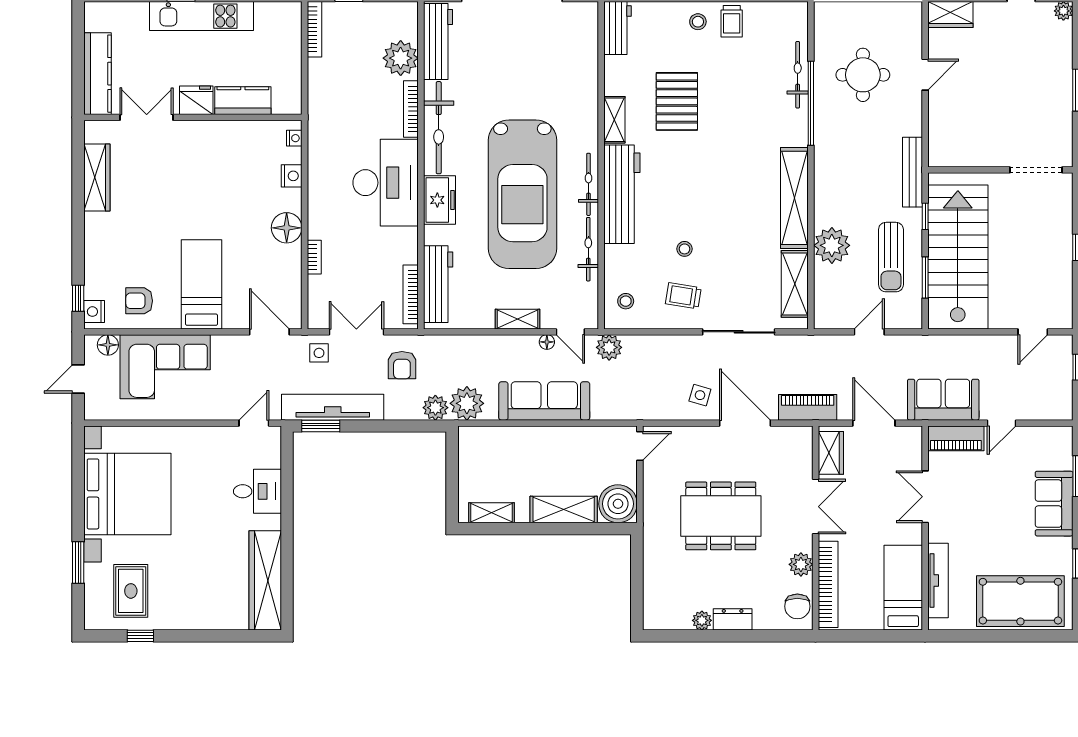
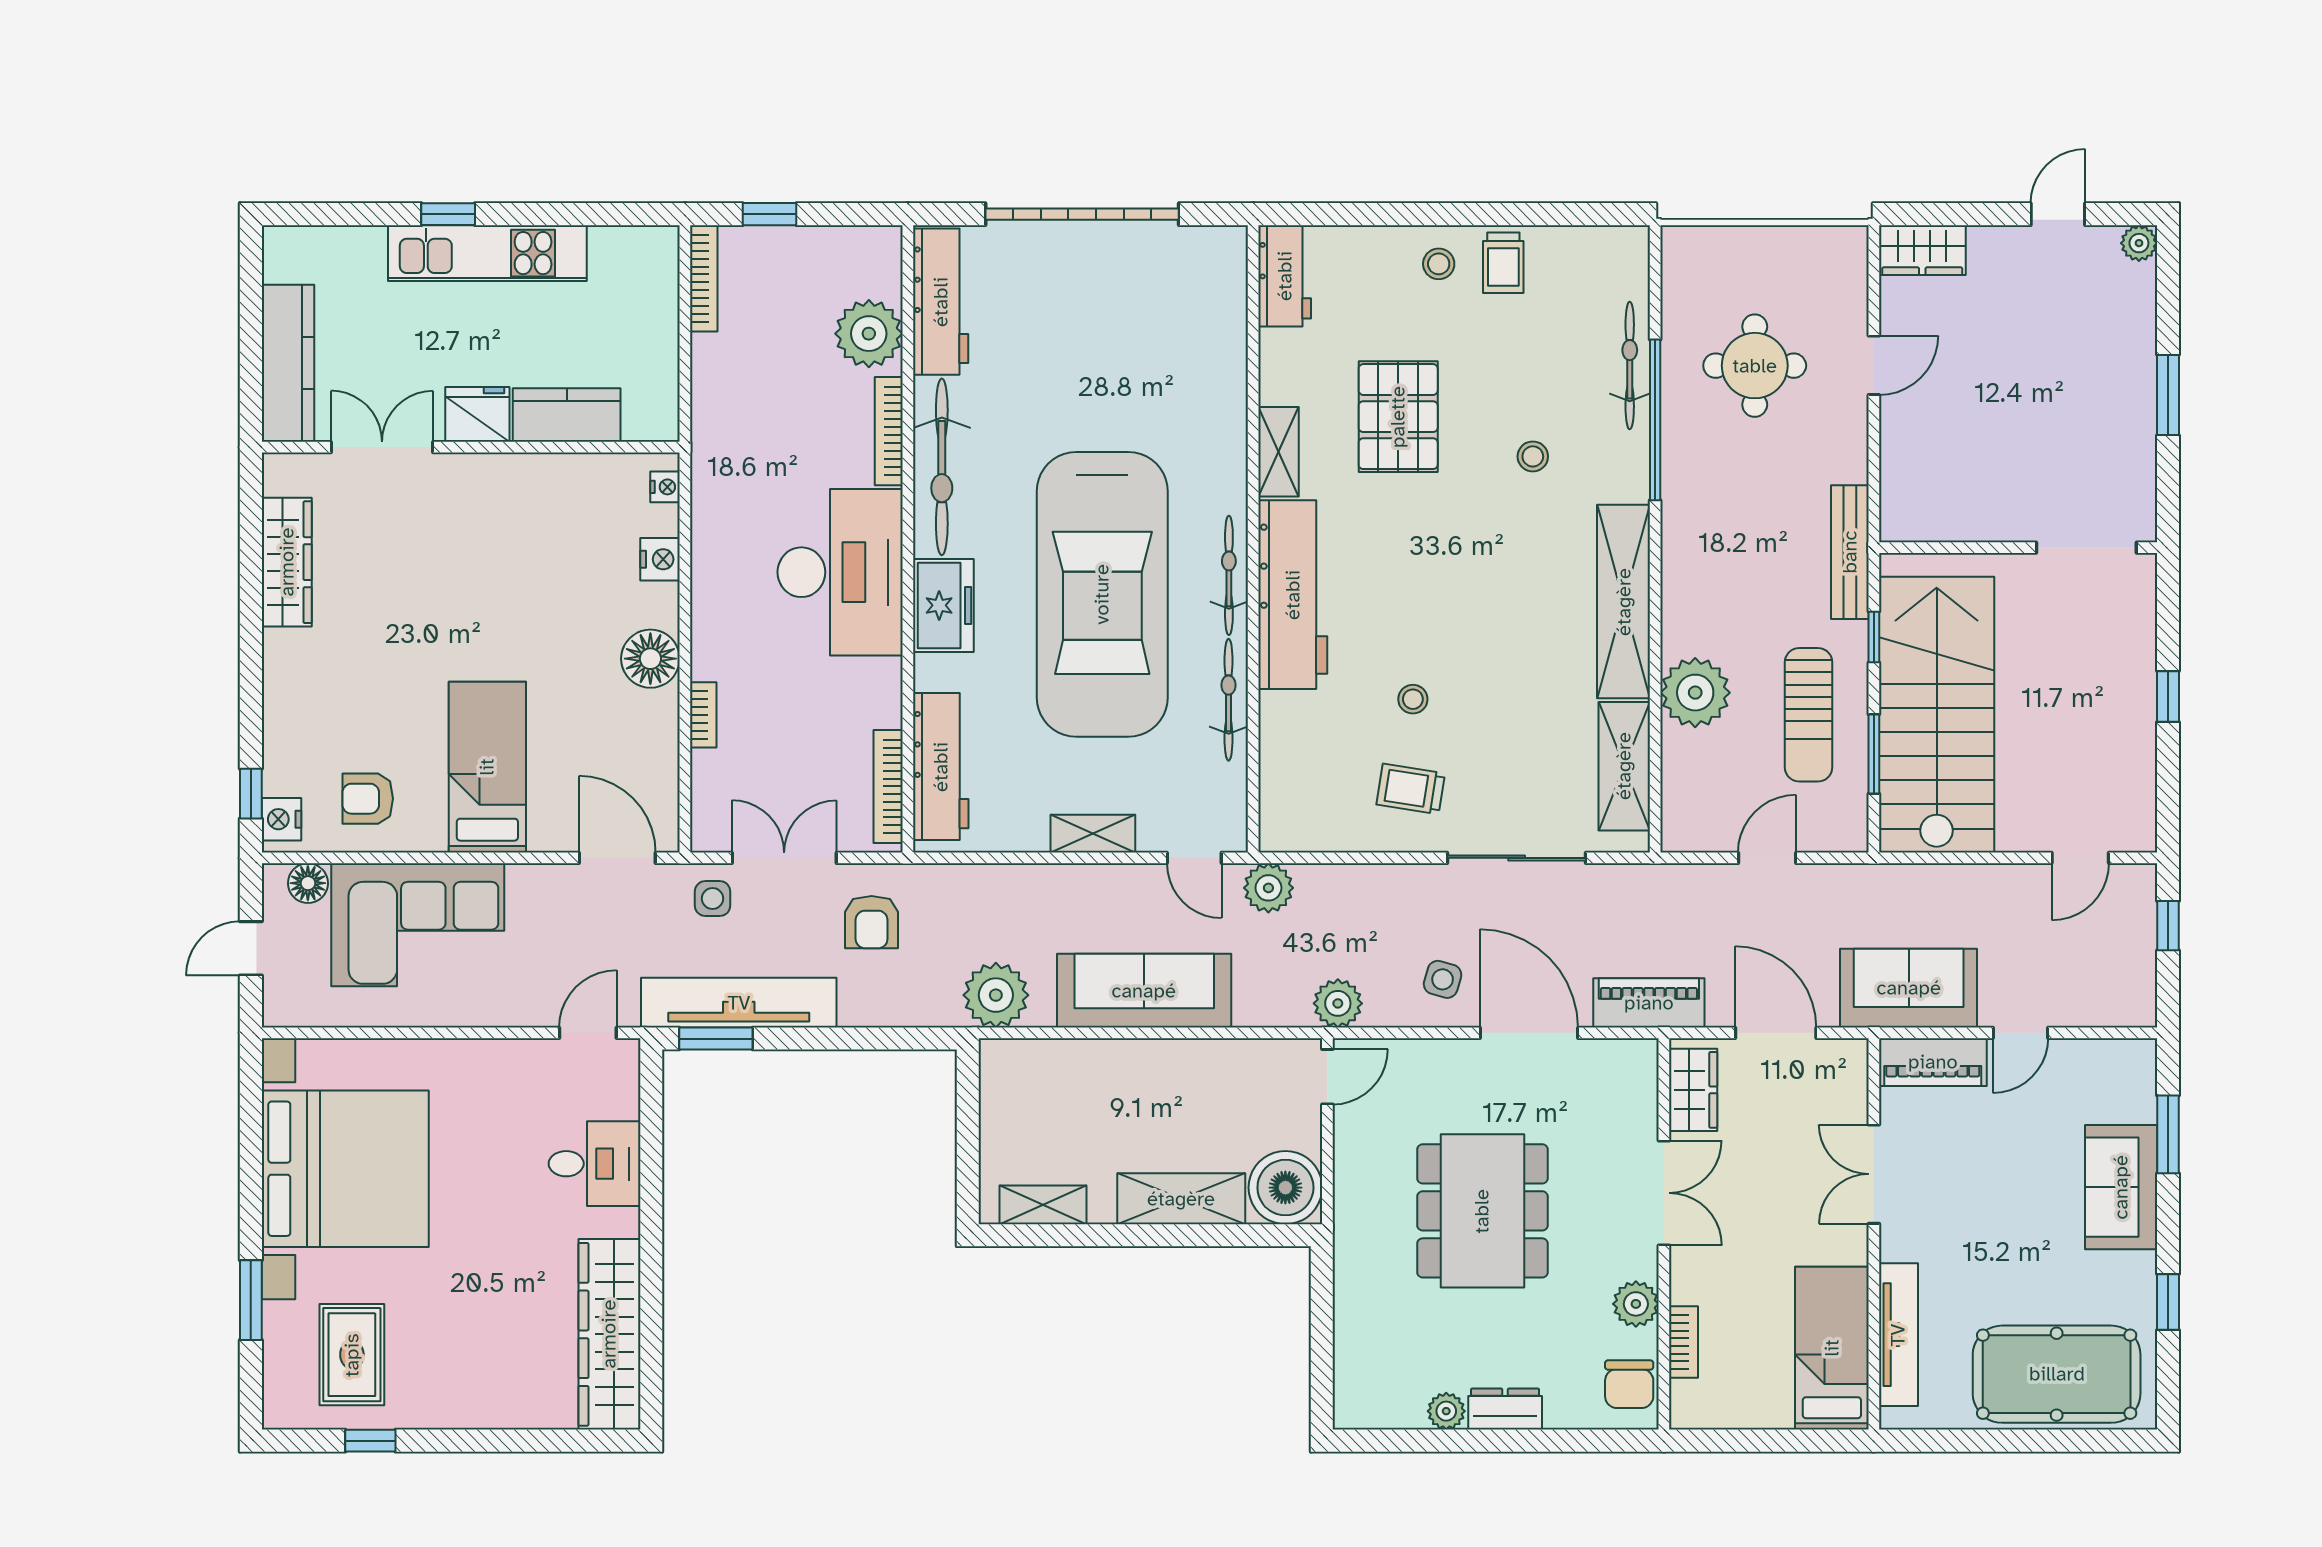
stool: (626, 301) -> (1533, 456), moved
floor lamp: (547, 342) -> (1149, 878), removed
plant: (435, 408) -> (1338, 1003), moved
dining table: (721, 516) -> (1482, 1211), turned 90
bookcase: (828, 584) -> (1684, 1342), width x0.43, depth x0.76

